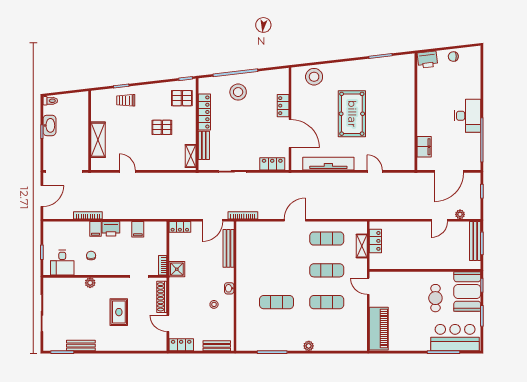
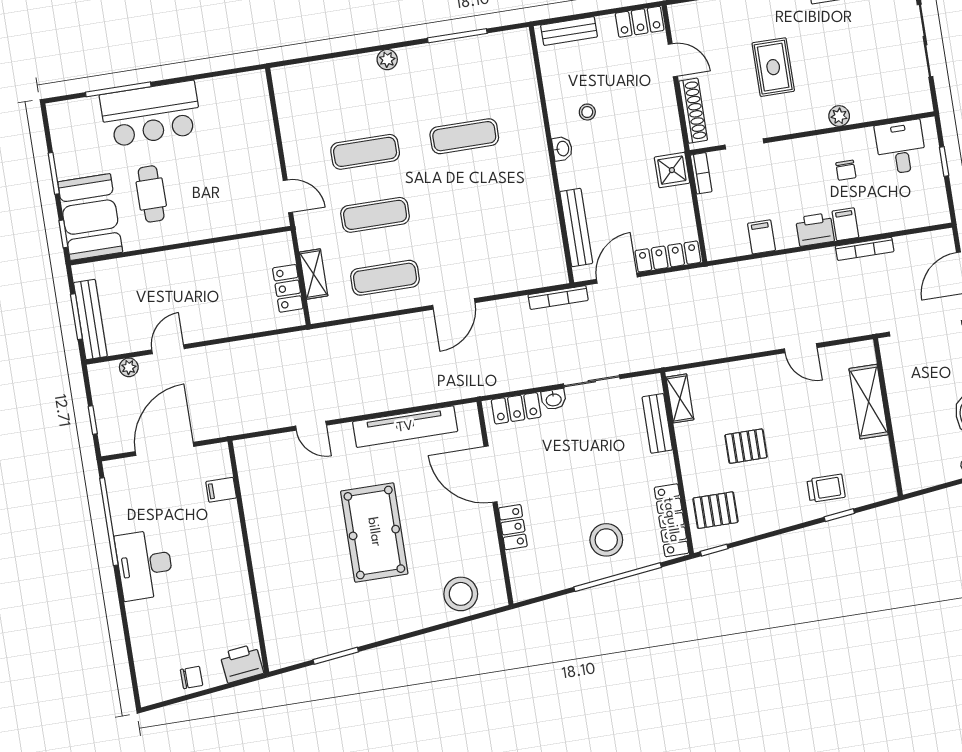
locker: (204, 112) -> (671, 520), moved
filing cabinet: (424, 147) -> (221, 490), width x0.50
washbasin: (253, 165) -> (554, 399), added
locker: (180, 227) -> (668, 256), width x1.53
piano: (379, 329) -> (254, 116), removed
bar counter: (455, 338) -> (151, 114), moved

